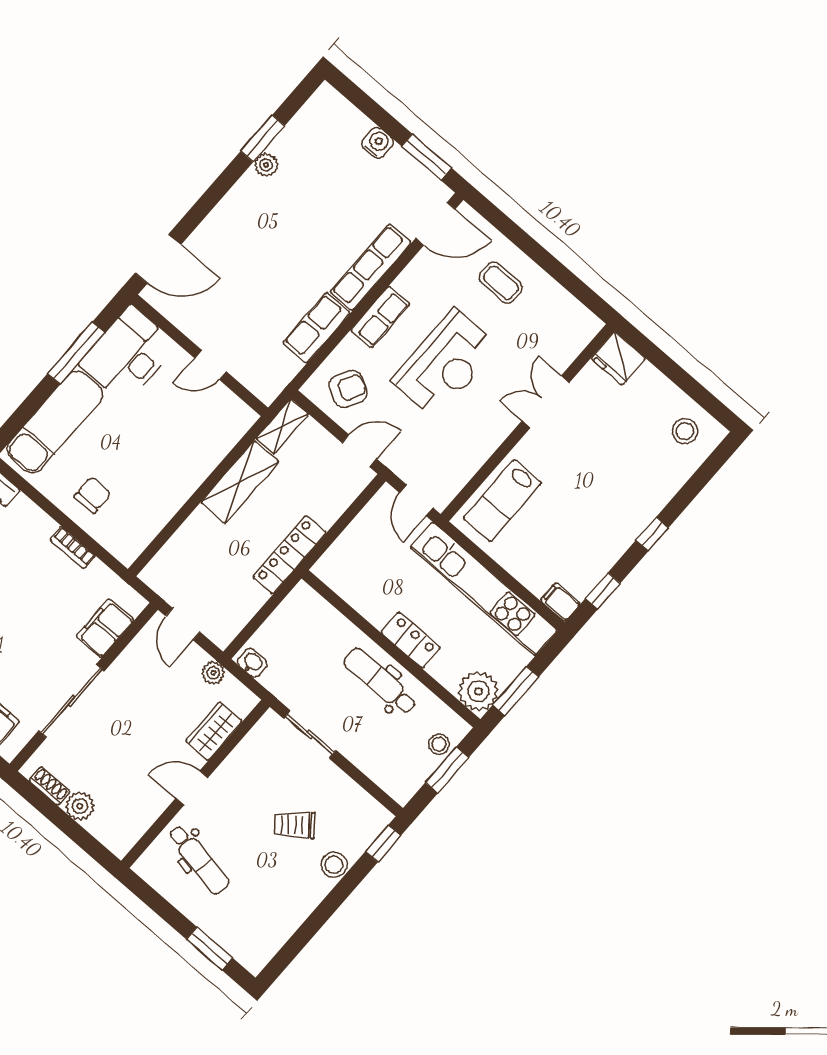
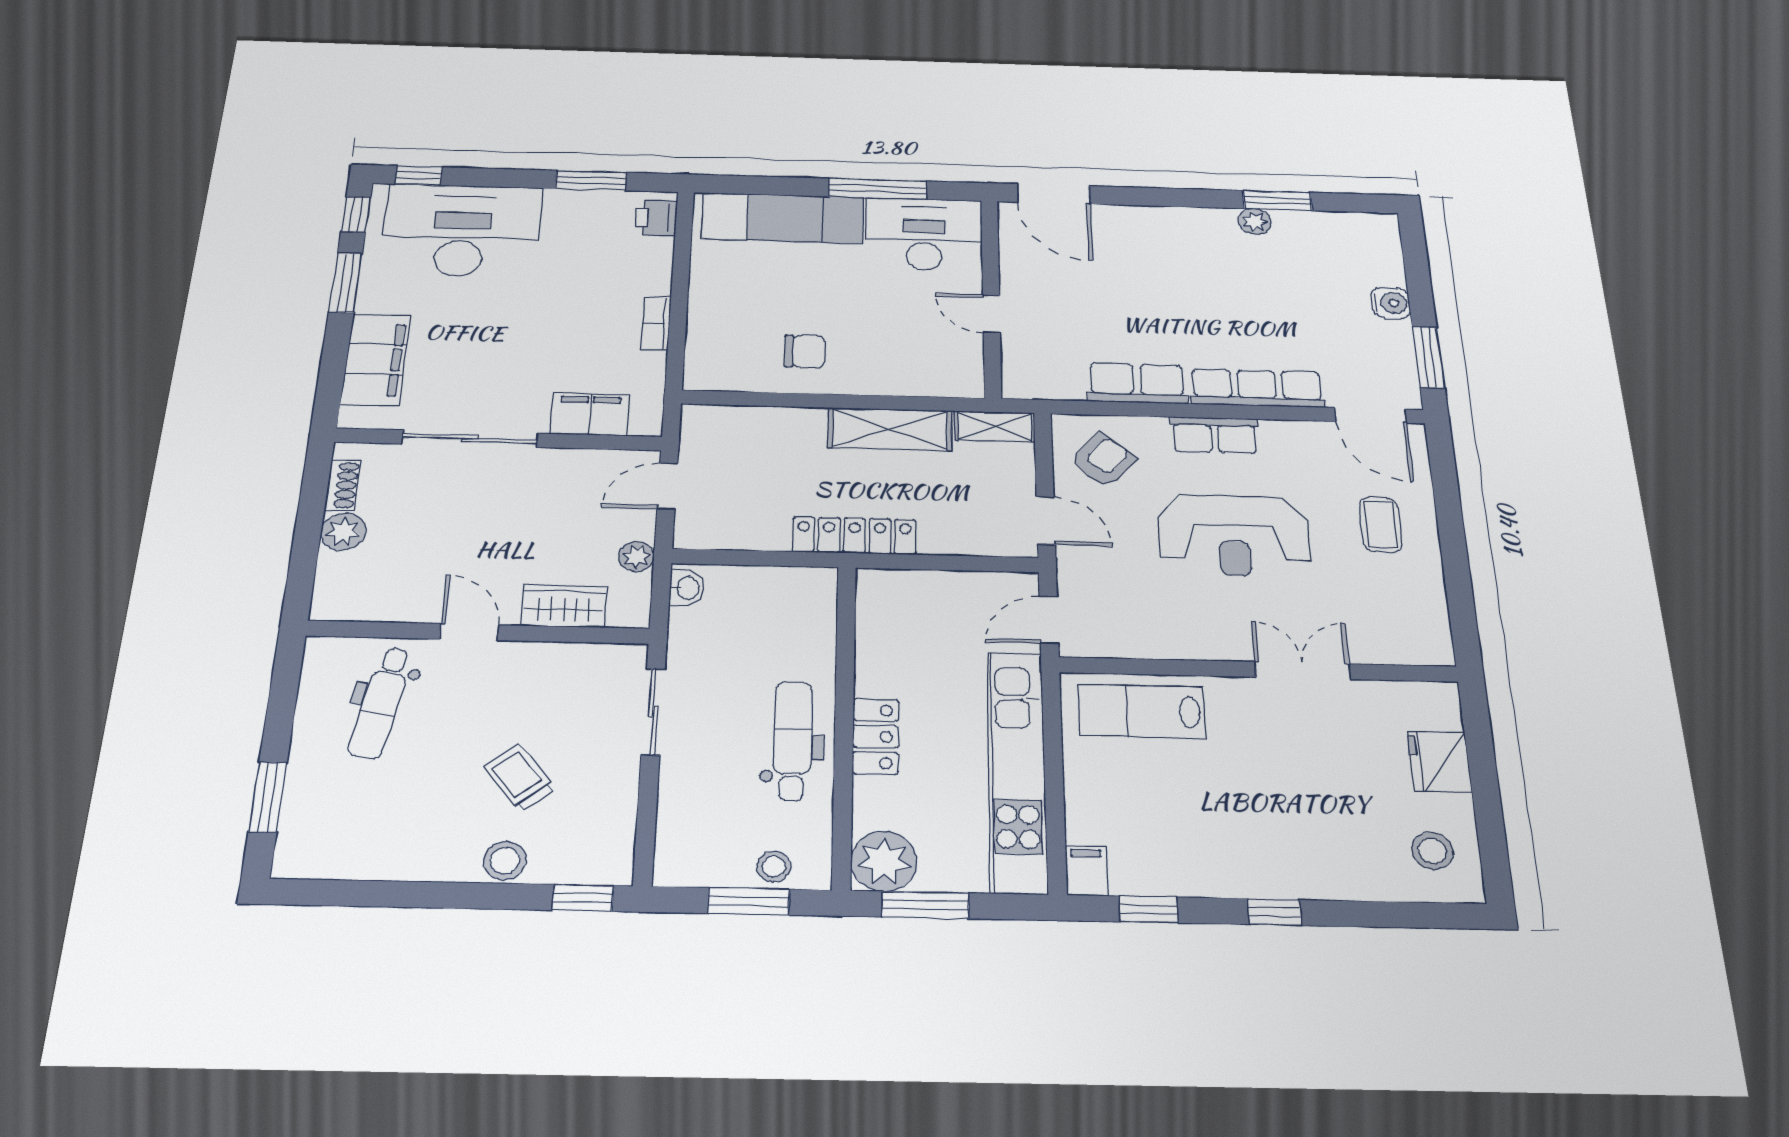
fridge: (618, 359) -> (1440, 762), moved
armchair: (348, 389) -> (1103, 460), turned -77
chair: (93, 495) -> (805, 351), moved

